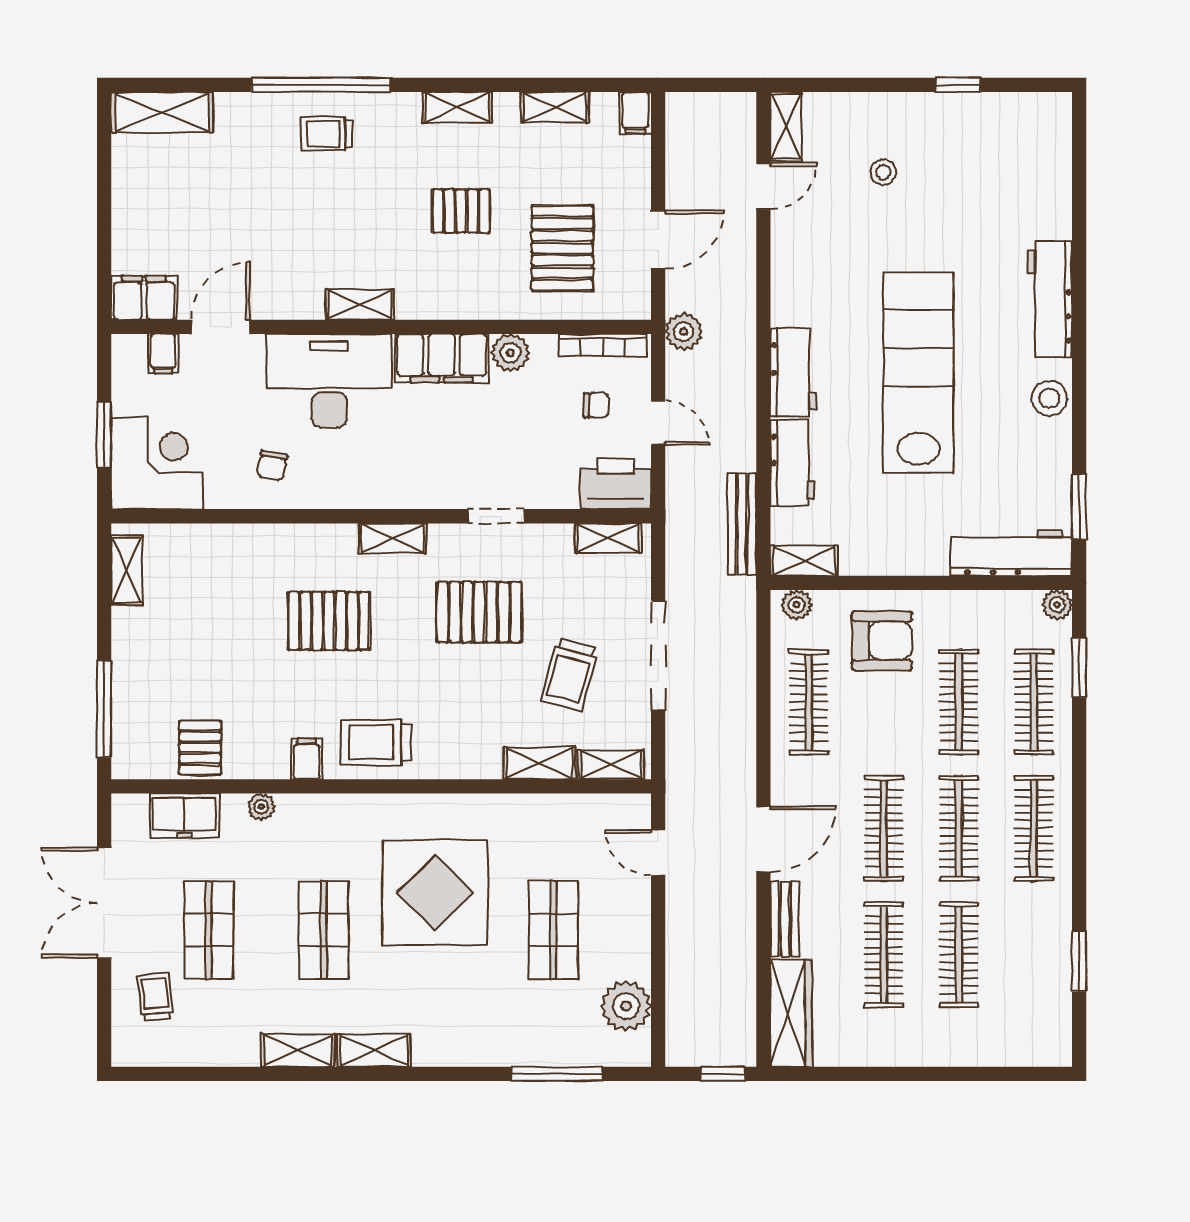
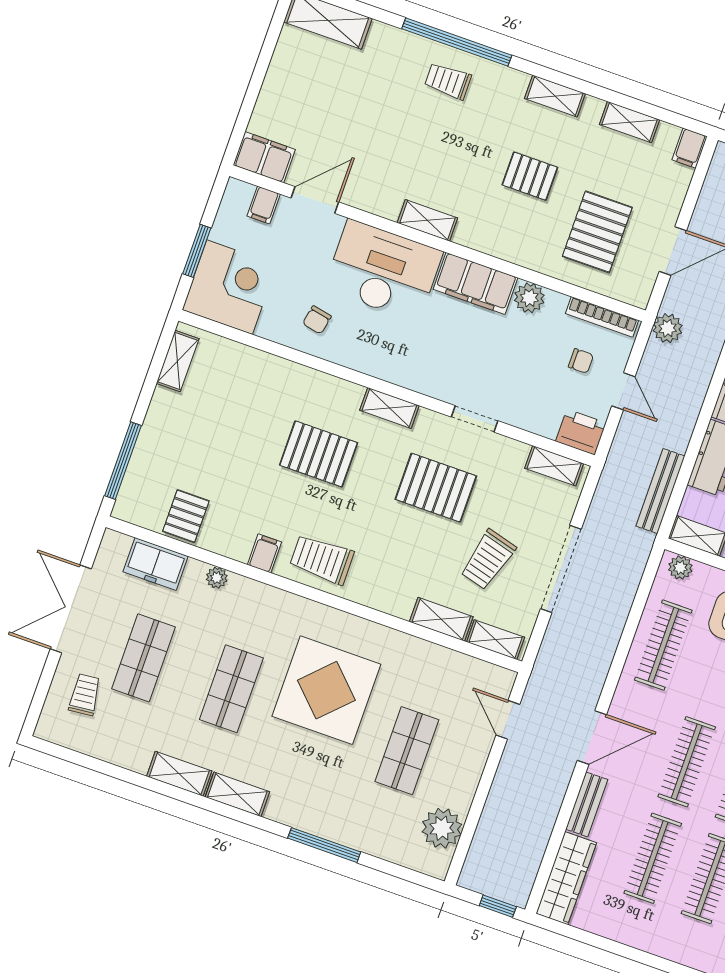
printer: (616, 484) -> (581, 432), width x0.73, depth x0.84
window: (557, 1074) -> (324, 845), moved

